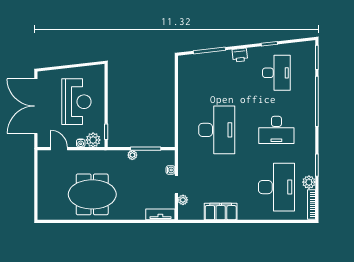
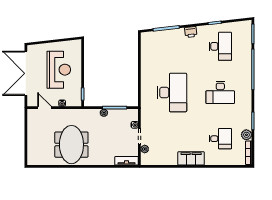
plant: (93, 140) -> (72, 101), removed
desk: (276, 187) -> (220, 139), width x0.53, depth x0.77
meeting table: (92, 194) -> (71, 145), turned 90
filing cabinet: (221, 212) -> (191, 158), moved

